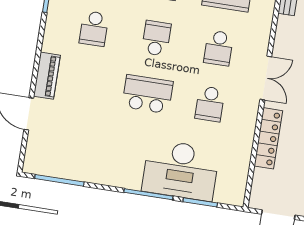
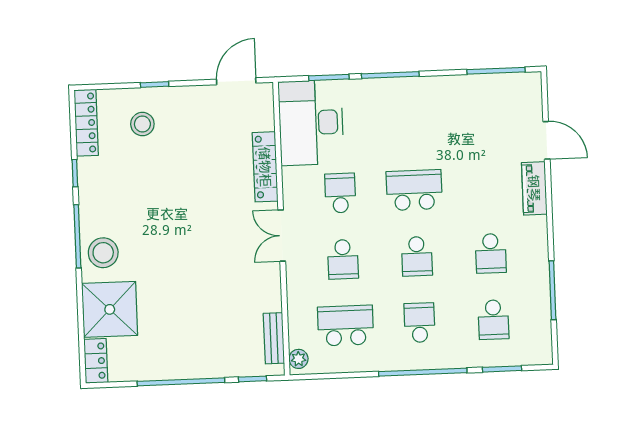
school desk: (94, 29) -> (491, 253), turned 180
school desk: (219, 48) -> (343, 259), turned 180
school desk: (148, 94) -> (414, 190), turned 180
desk: (181, 170) -> (311, 123), moved, turned -90

